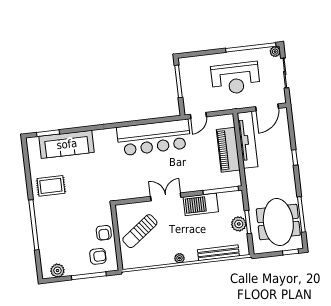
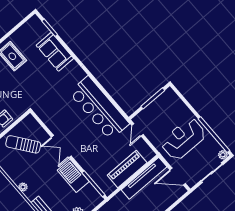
reception desk: (235, 78) -> (183, 139), turned 90
door: (198, 116) -> (138, 130), hinge flipped
sofa: (67, 144) -> (55, 52), width x0.73
double door: (166, 197) -> (61, 146), swing flipped

